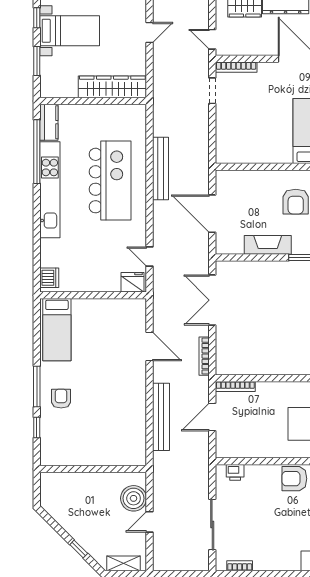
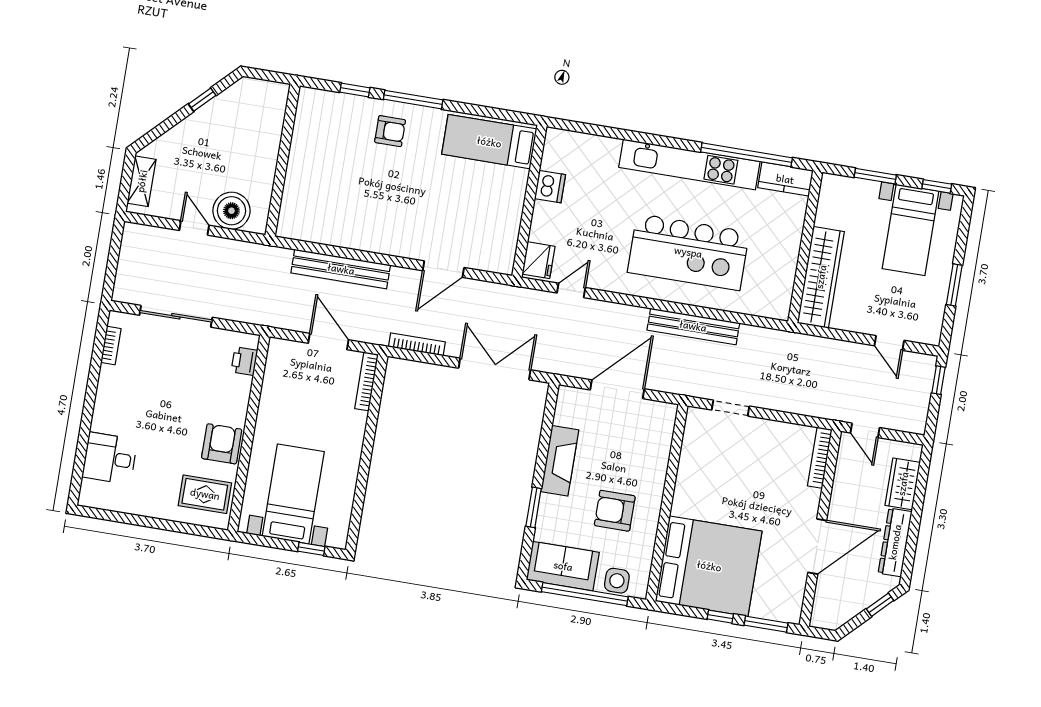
door: (212, 39) -> (865, 430), swing flipped
doorway: (212, 91) -> (731, 408), moved
dishwasher: (49, 278) -> (550, 187), moved, turned -90
window: (79, 549) -> (202, 100), moved

